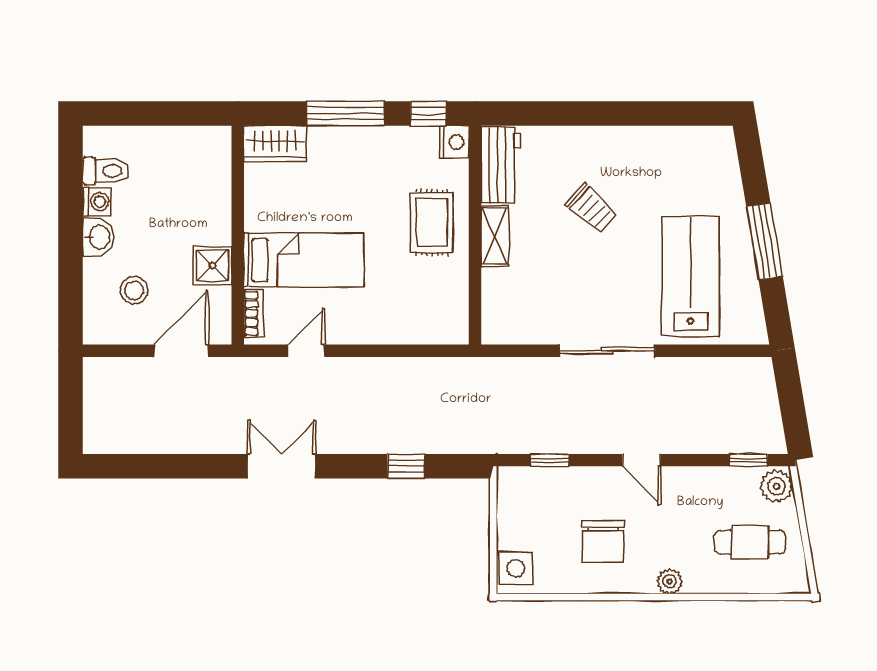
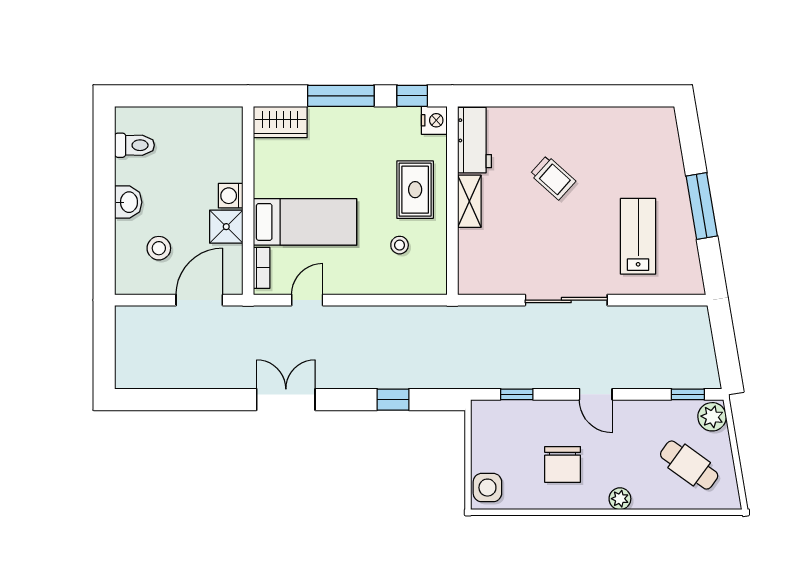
washing machine: (97, 202) -> (231, 196), moved, turned 180
lab bench: (691, 277) -> (638, 236), width x0.73, depth x0.72
stool: (414, 287) -> (400, 245), added
cafe table: (750, 542) -> (689, 465), turned 36

